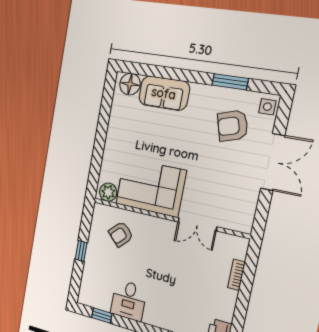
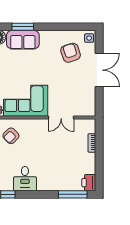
window: (230, 82) -> (23, 27), moved
armchair: (233, 126) -> (71, 53), turned 89

